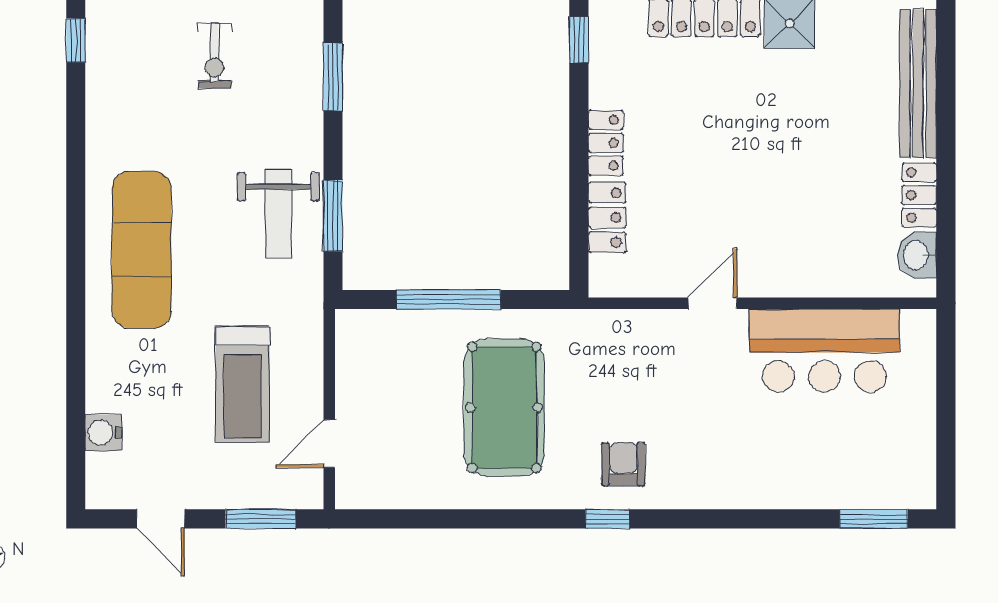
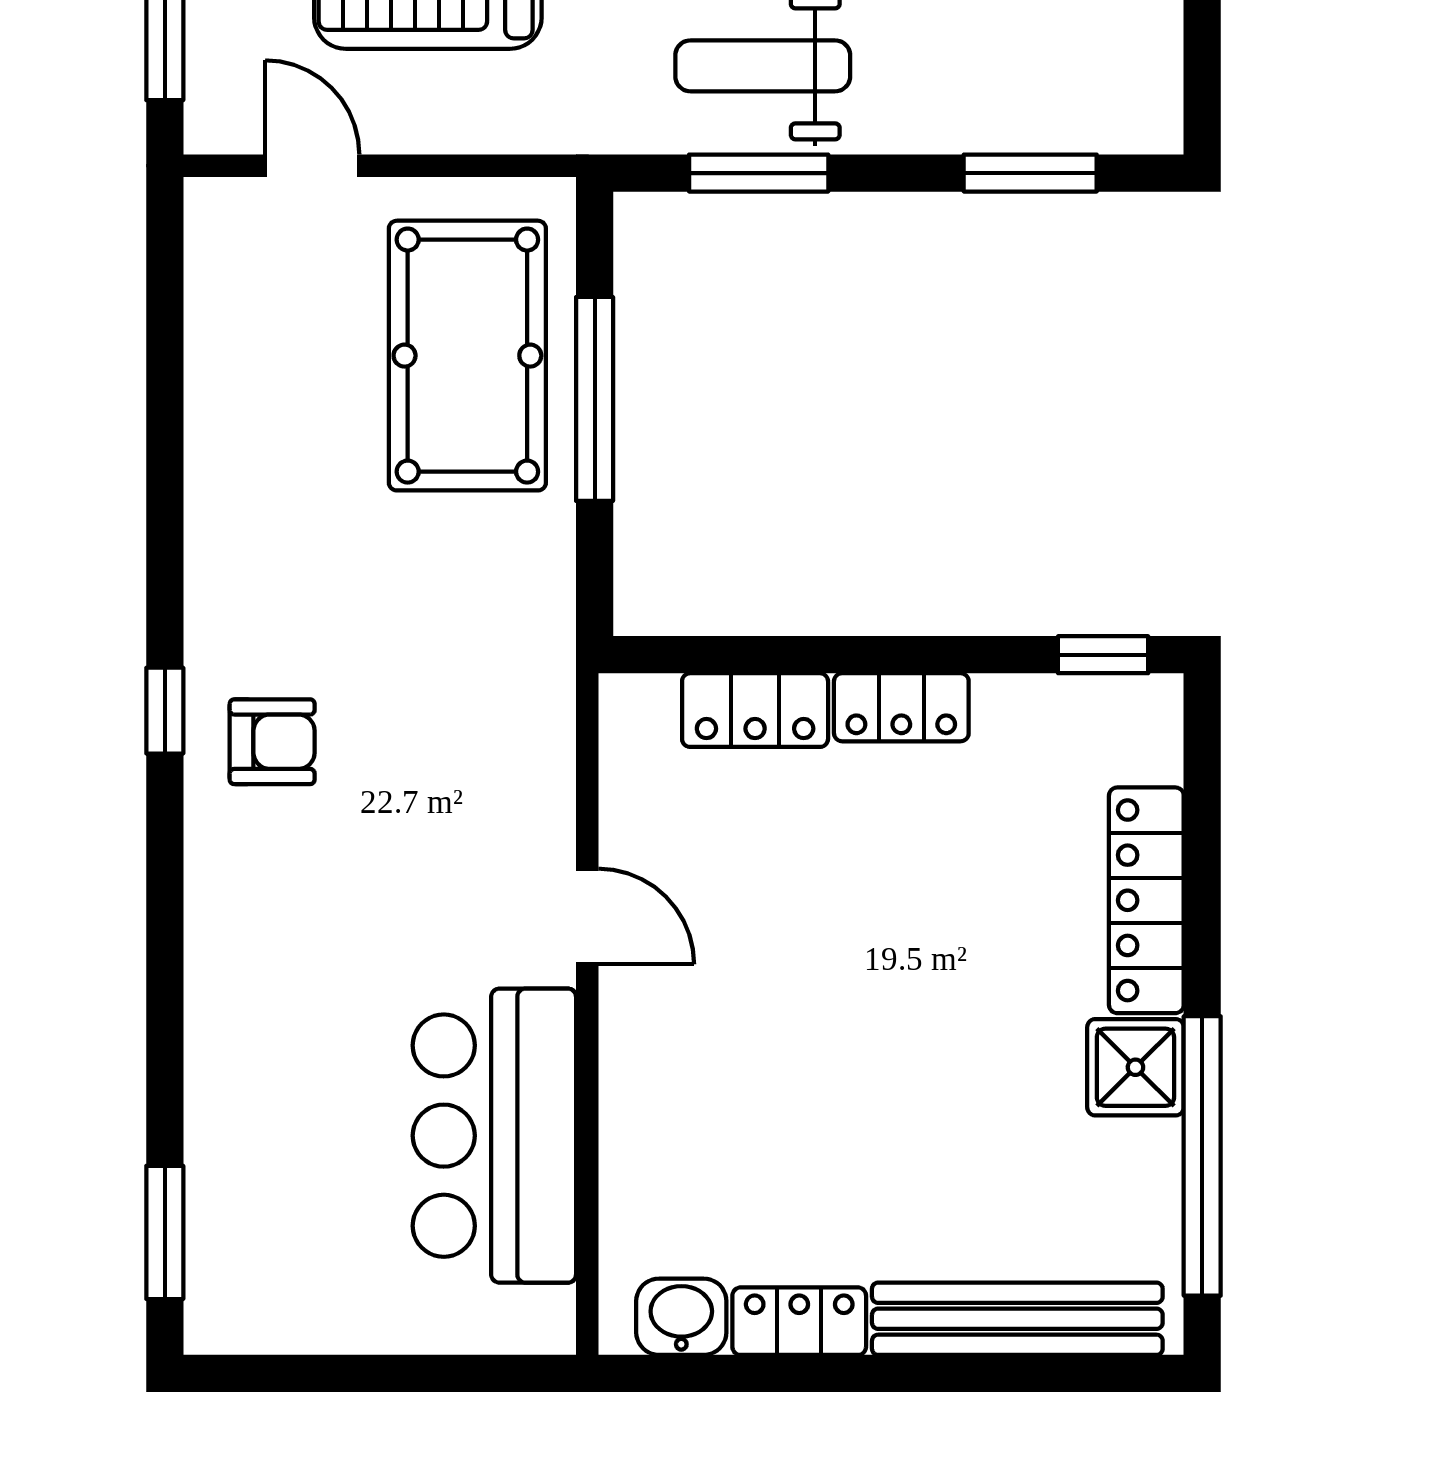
pool table: (504, 407) -> (467, 356), moved, turned 90

